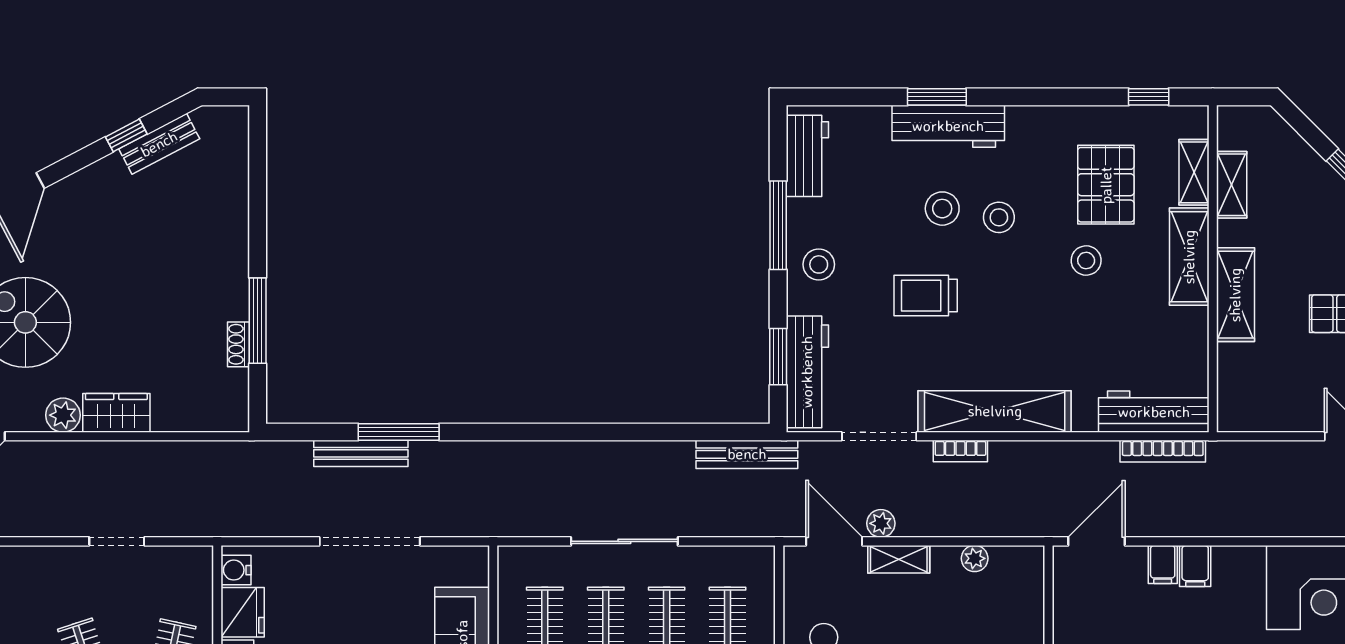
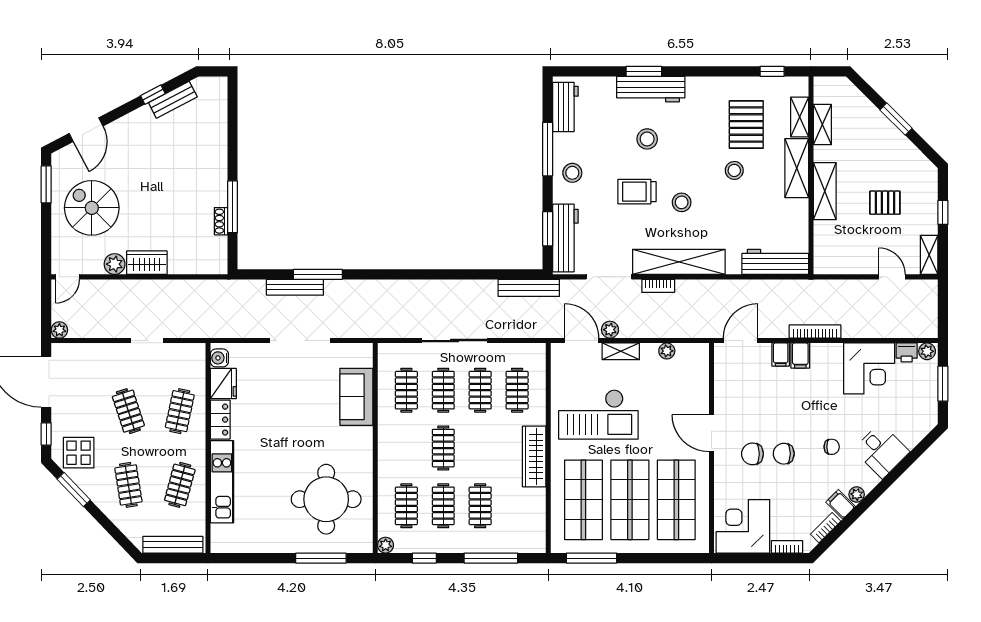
stool: (999, 217) -> (682, 202), moved
bookcase: (1163, 451) -> (815, 332), moved, turned 180

